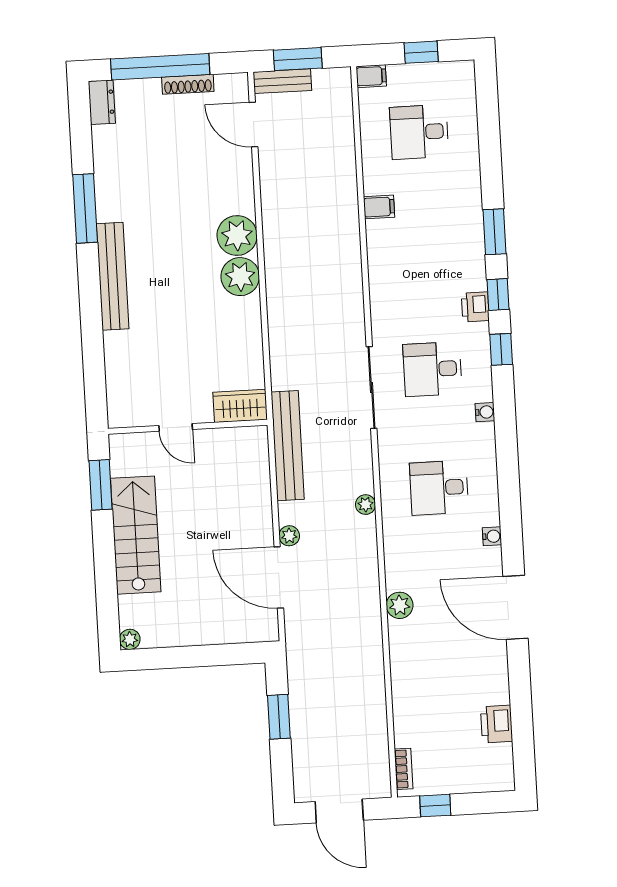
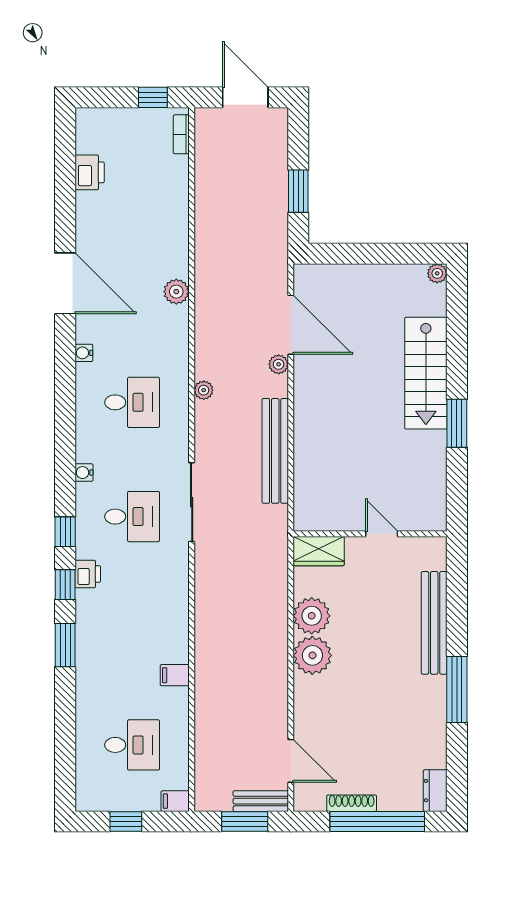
wardrobe: (240, 406) -> (319, 551), moved
door: (176, 427) -> (382, 534), moved
wall: (188, 427) -> (370, 534), moved

